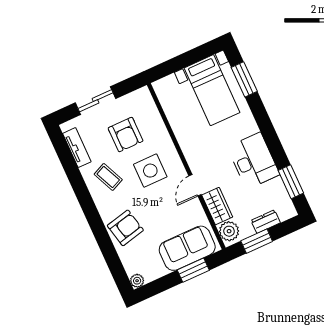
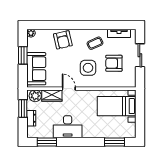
bed with nightstands: (212, 90) -> (117, 106), moved
window: (193, 270) -> (23, 55), moved

